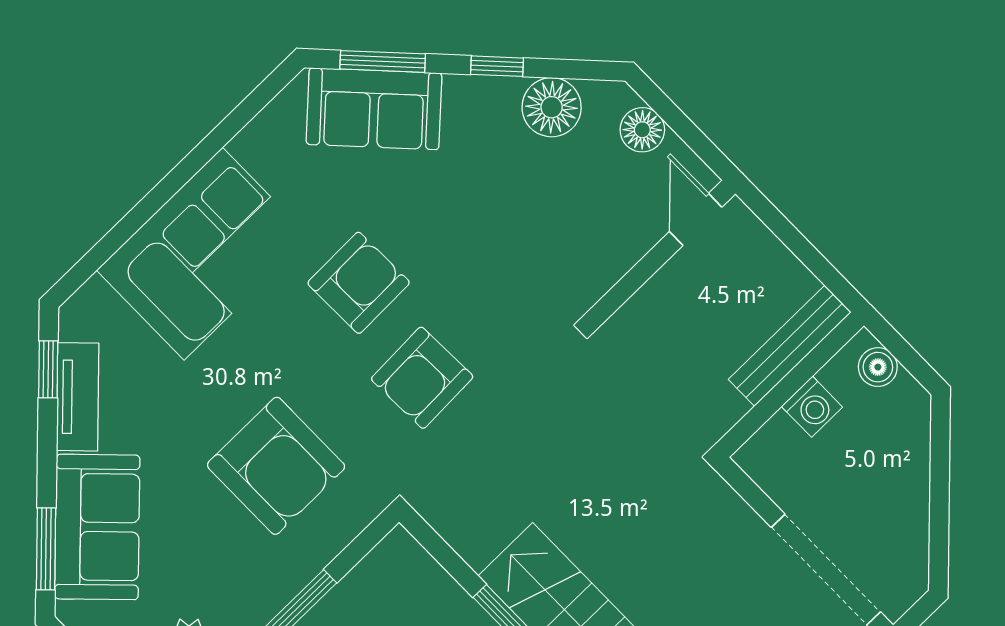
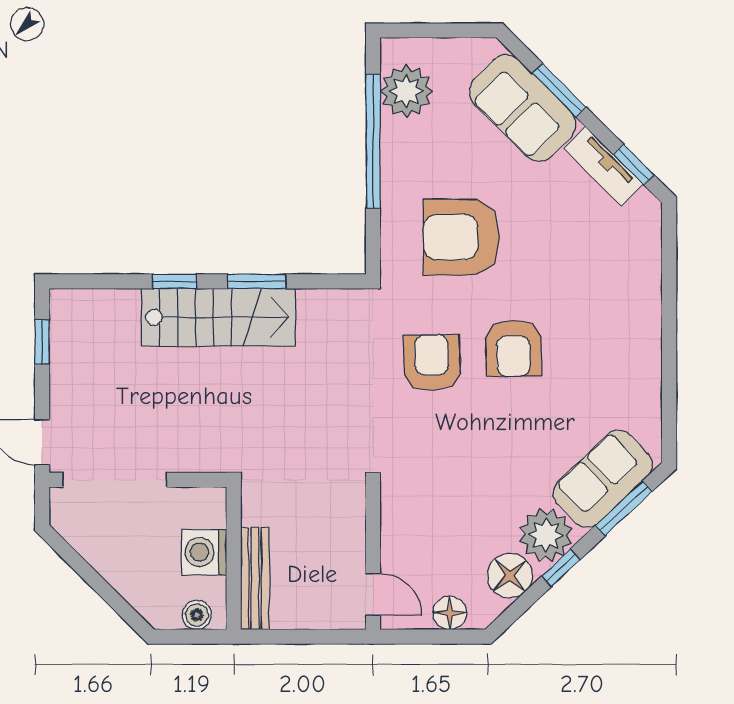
plant: (480, 111) -> (546, 535), added
corner sofa: (203, 254) -> (615, 310), removed
armchair: (359, 283) -> (513, 348), moved
washing machine: (812, 407) -> (204, 552), width x1.38, depth x1.38
window: (46, 549) -> (559, 90), moved

